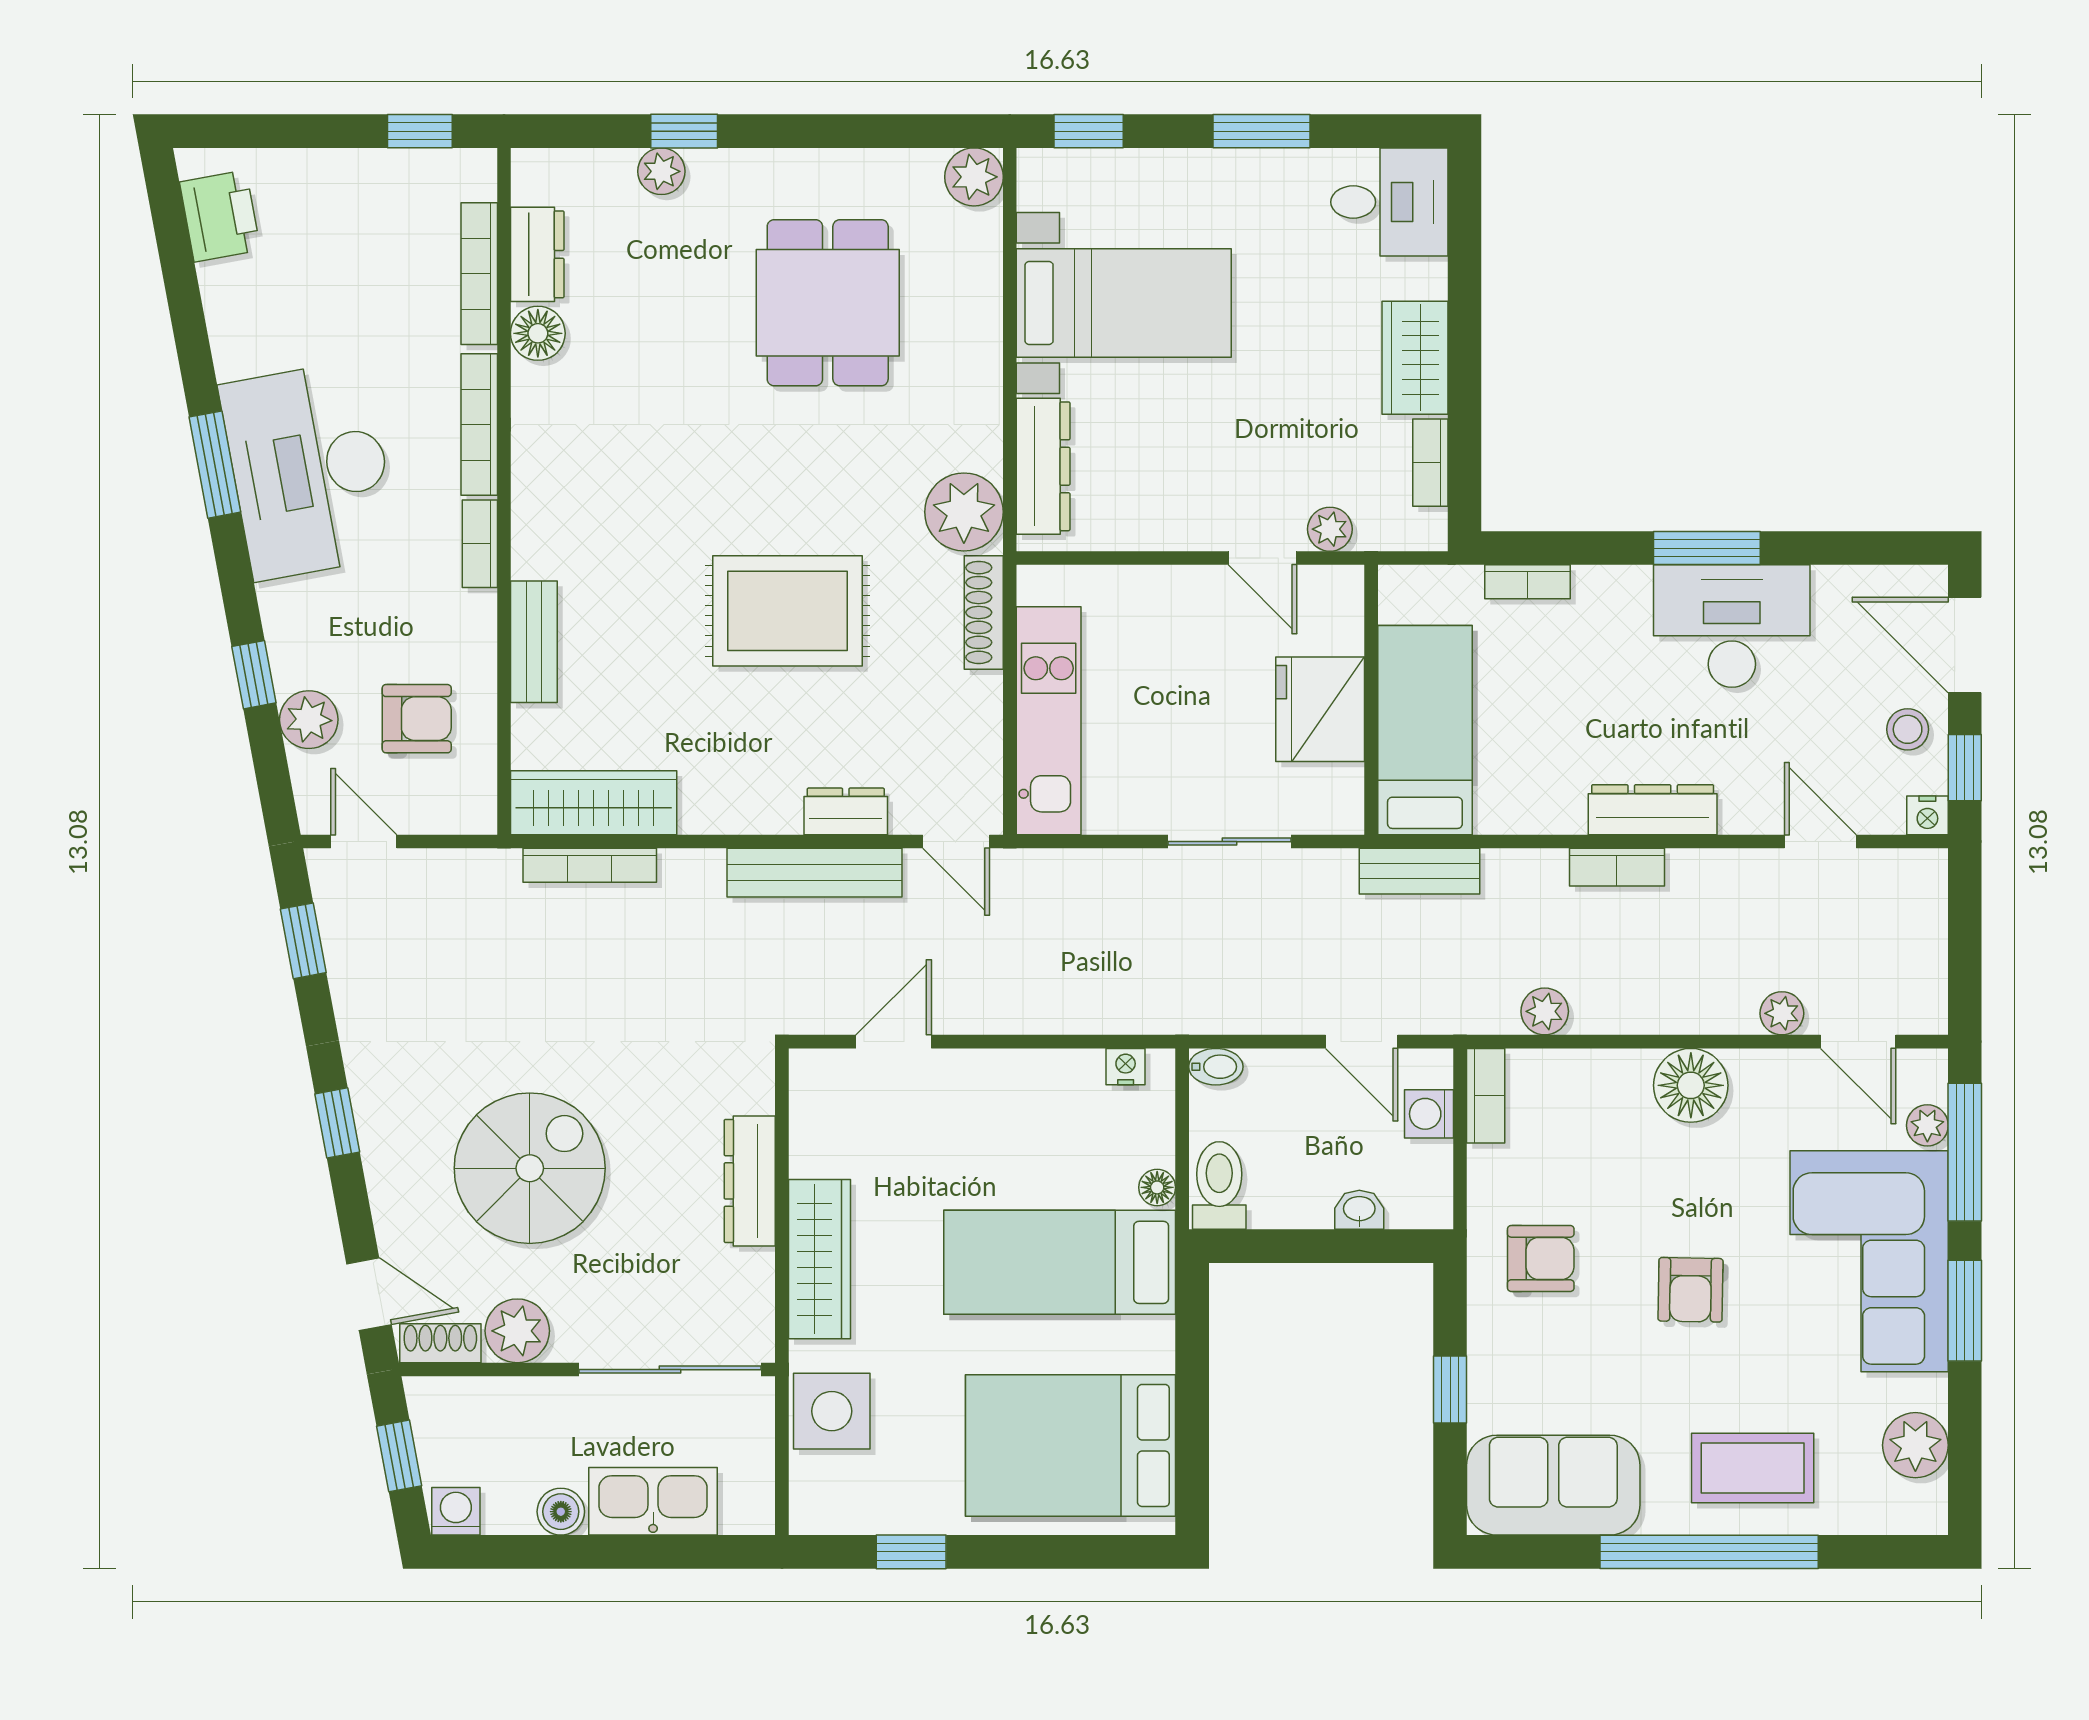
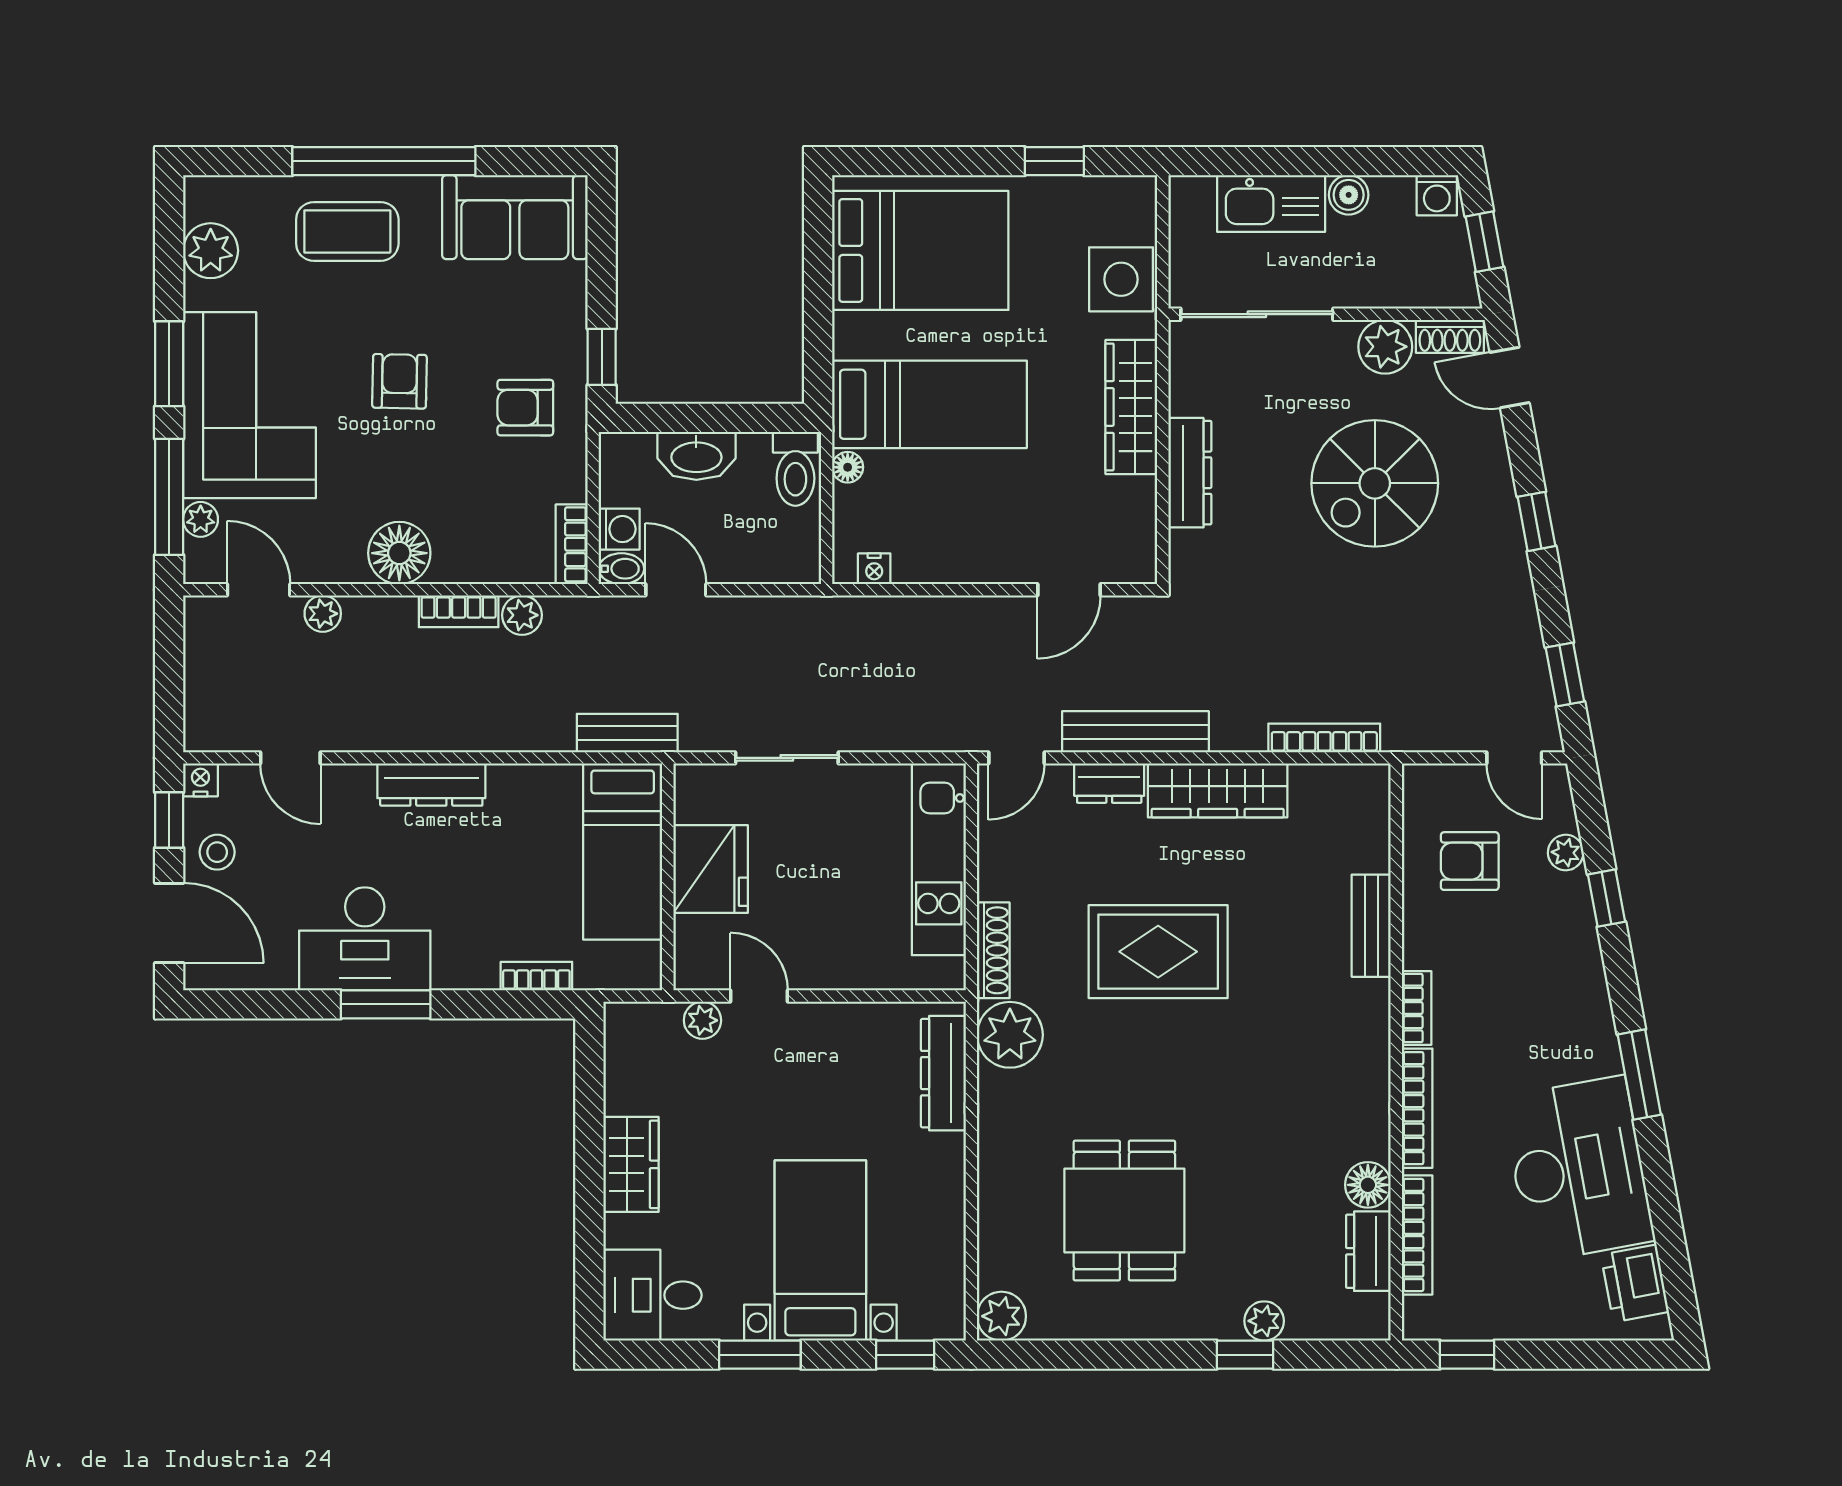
bed with nightstands: (1124, 303) -> (820, 1250), moved, turned 90
bookcase: (1430, 463) -> (618, 1076), removed
desk: (310, 470) -> (1578, 1169), moved
plant: (309, 720) -> (1566, 853), width x0.73, depth x0.73
wardrobe: (594, 803) -> (1218, 790), moved
door: (956, 842) -> (1016, 758), swing flipped
bookcase: (1617, 867) -> (459, 611), moved, turned 180
bidet: (1216, 1067) -> (621, 569), moved, turned 180
washbasin: (1359, 1210) -> (696, 456), width x1.91, depth x1.45
window: (1450, 1390) -> (602, 357), moved

